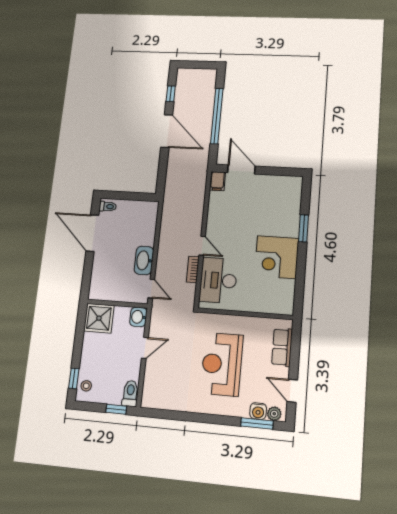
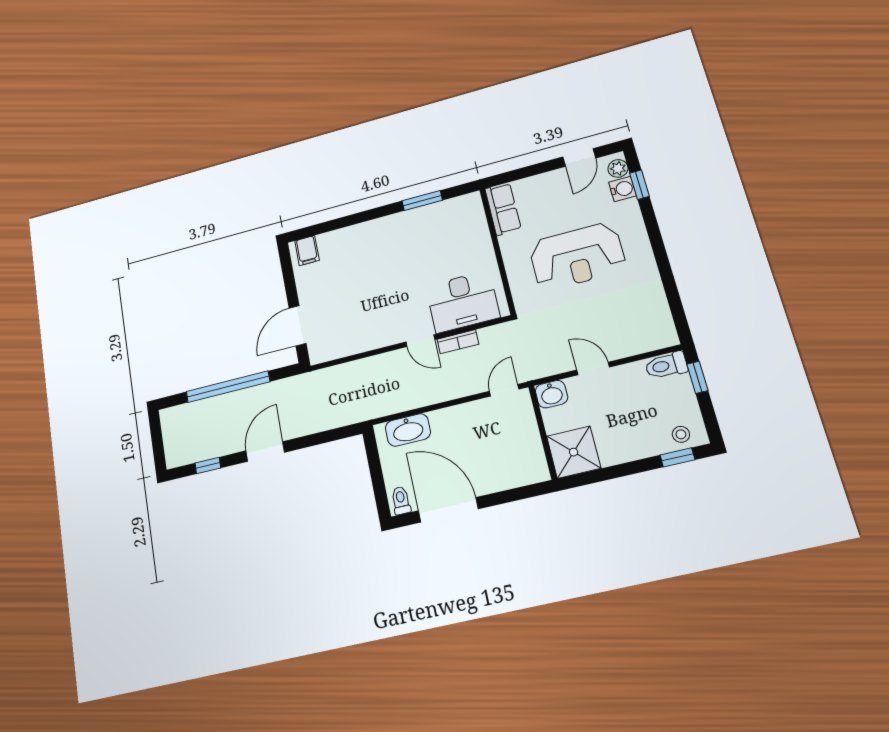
door: (167, 131) -> (265, 452), width x0.73
filing cabinet: (217, 181) -> (307, 251), moved, turned 90
window: (303, 228) -> (422, 201), moved
door: (92, 233) -> (448, 510), swing flipped
door: (202, 246) -> (420, 341), swing flipped
corner desk: (277, 257) -> (407, 238), removed
washbasin: (144, 260) -> (408, 430), moved
row of seats: (282, 347) -> (503, 209), moved, turned -90
window: (257, 423) -> (639, 185), width x0.67

